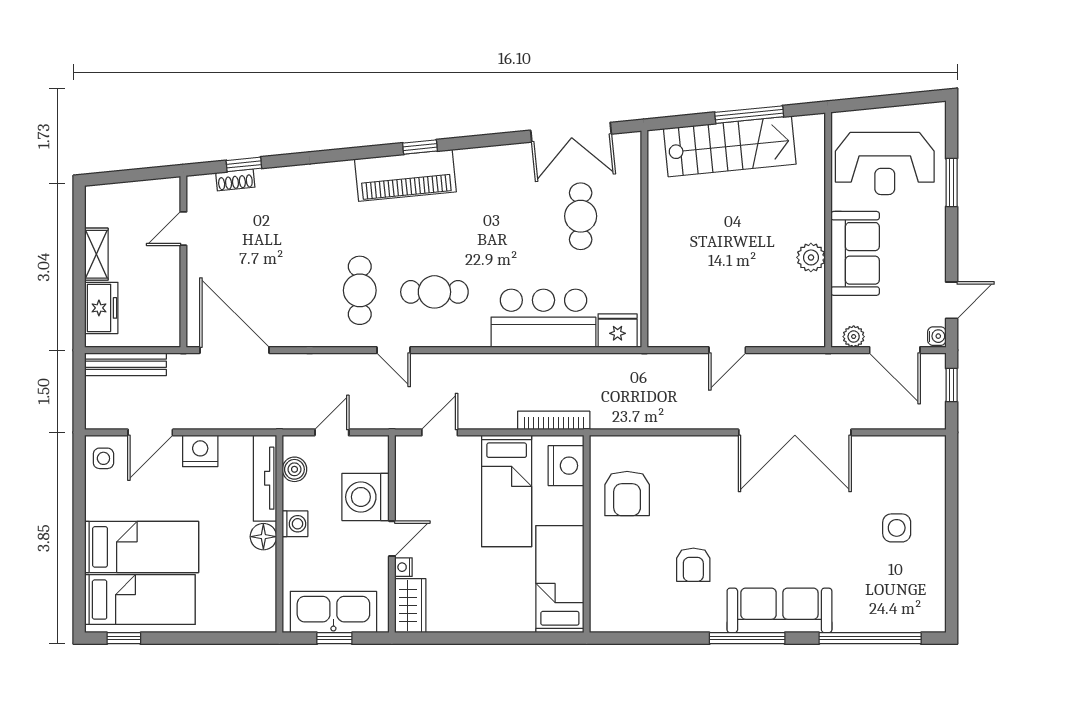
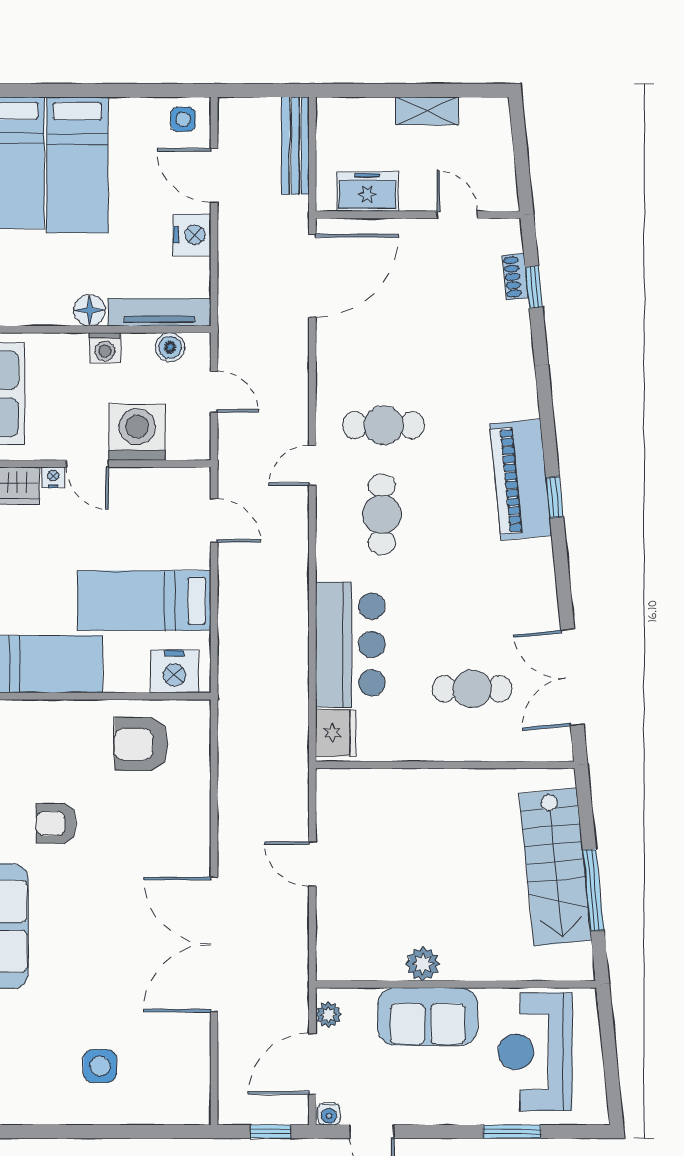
freezer: (101, 308) -> (367, 192), moved, turned 180
bookcase: (554, 420) -> (228, 657), removed

